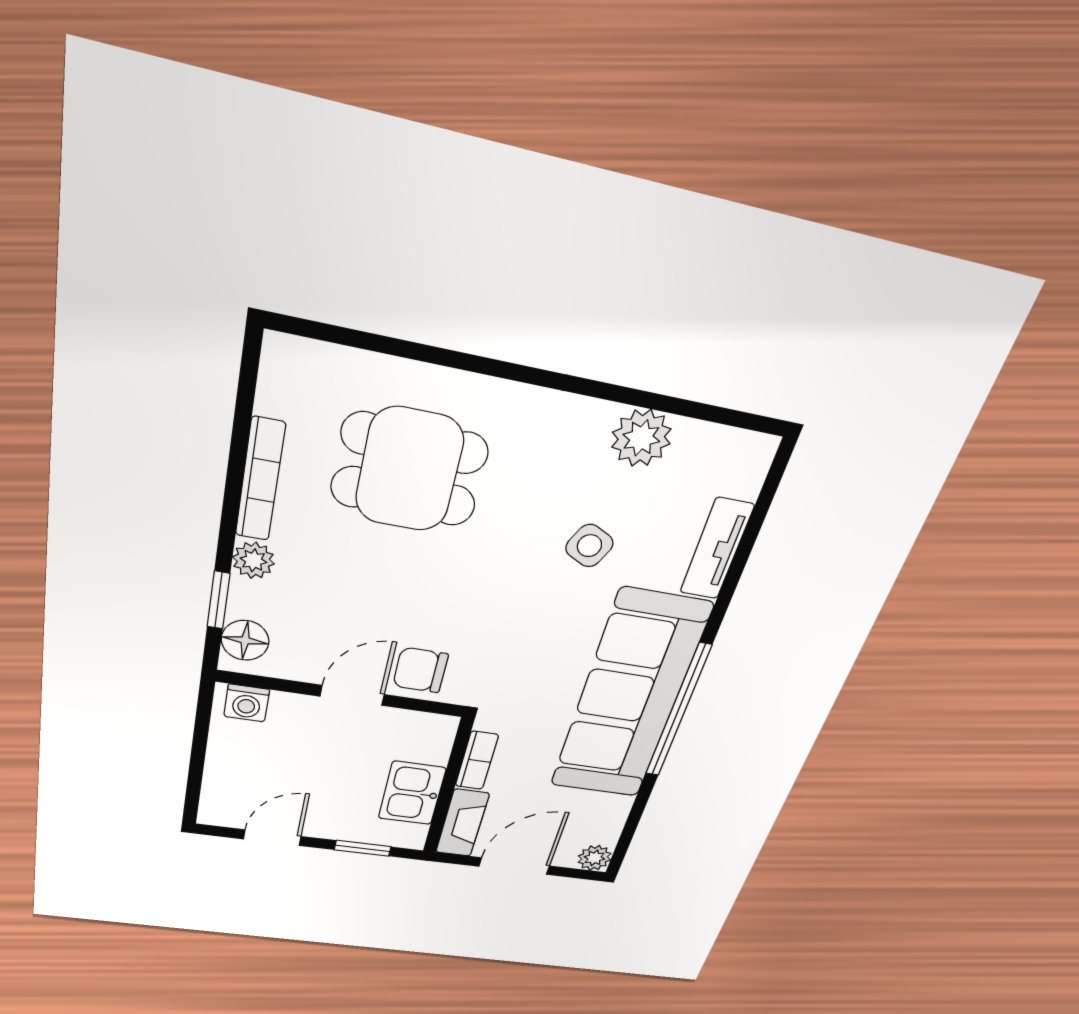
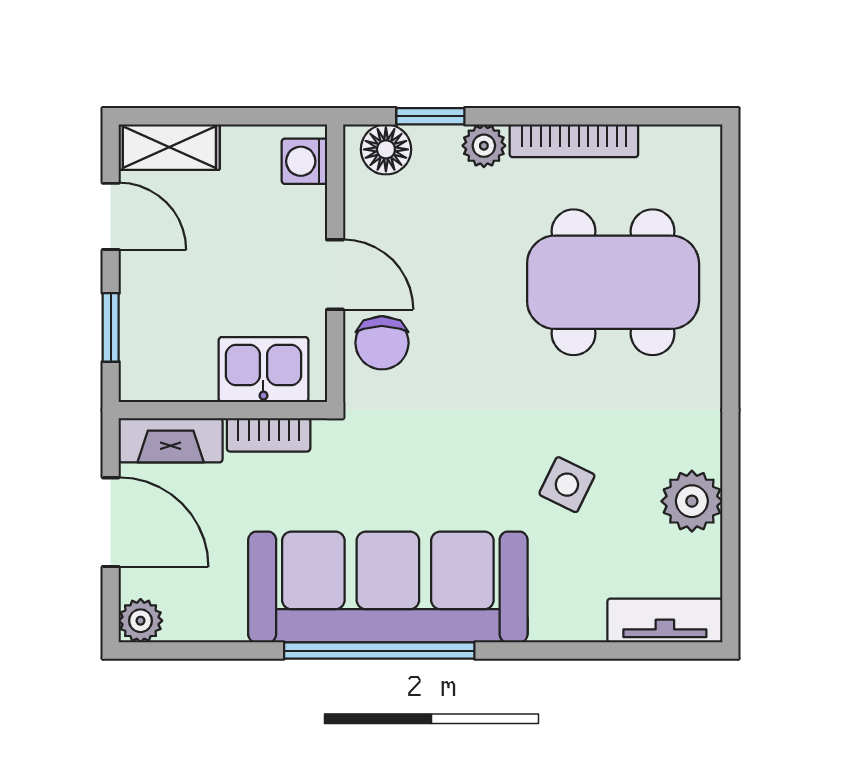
dining table: (409, 470) -> (613, 282), width x1.38
tv unit: (717, 549) -> (665, 621), moved
chair: (420, 670) -> (382, 343), turned 180
kitchen sink: (412, 793) -> (263, 370), moved
shelving: (220, 794) -> (169, 147), added

